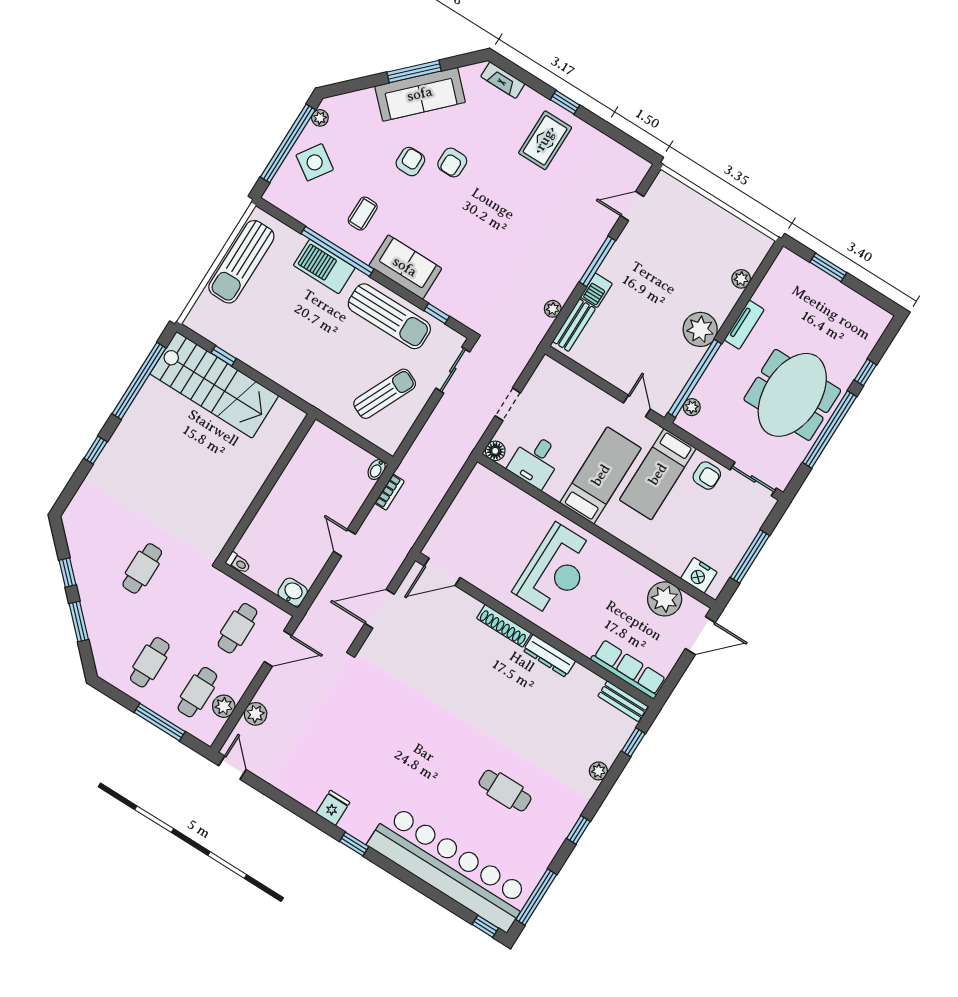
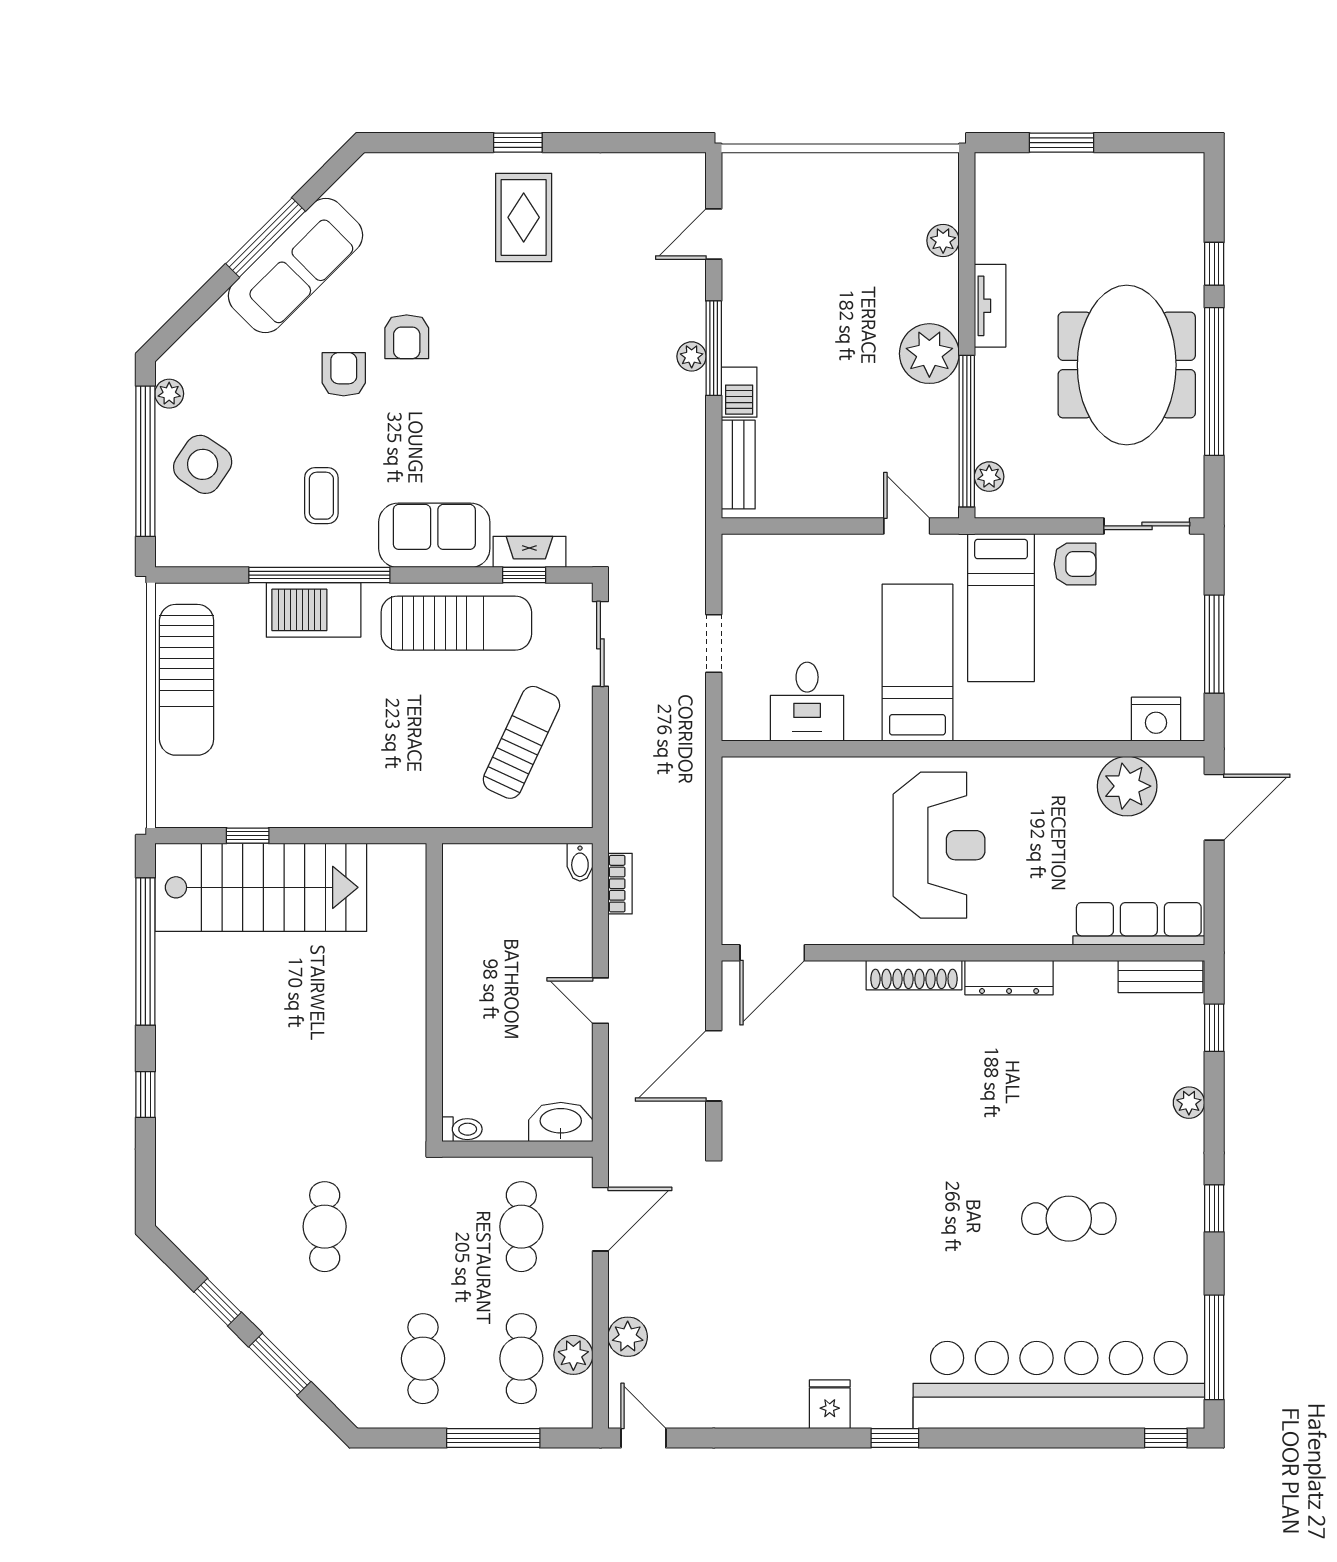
fireplace: (503, 80) -> (529, 552), moved, turned 180
plant: (553, 309) -> (692, 356), moved
floor lamp: (495, 451) -> (738, 724), removed
washbasin: (293, 592) -> (561, 1122), width x1.38

